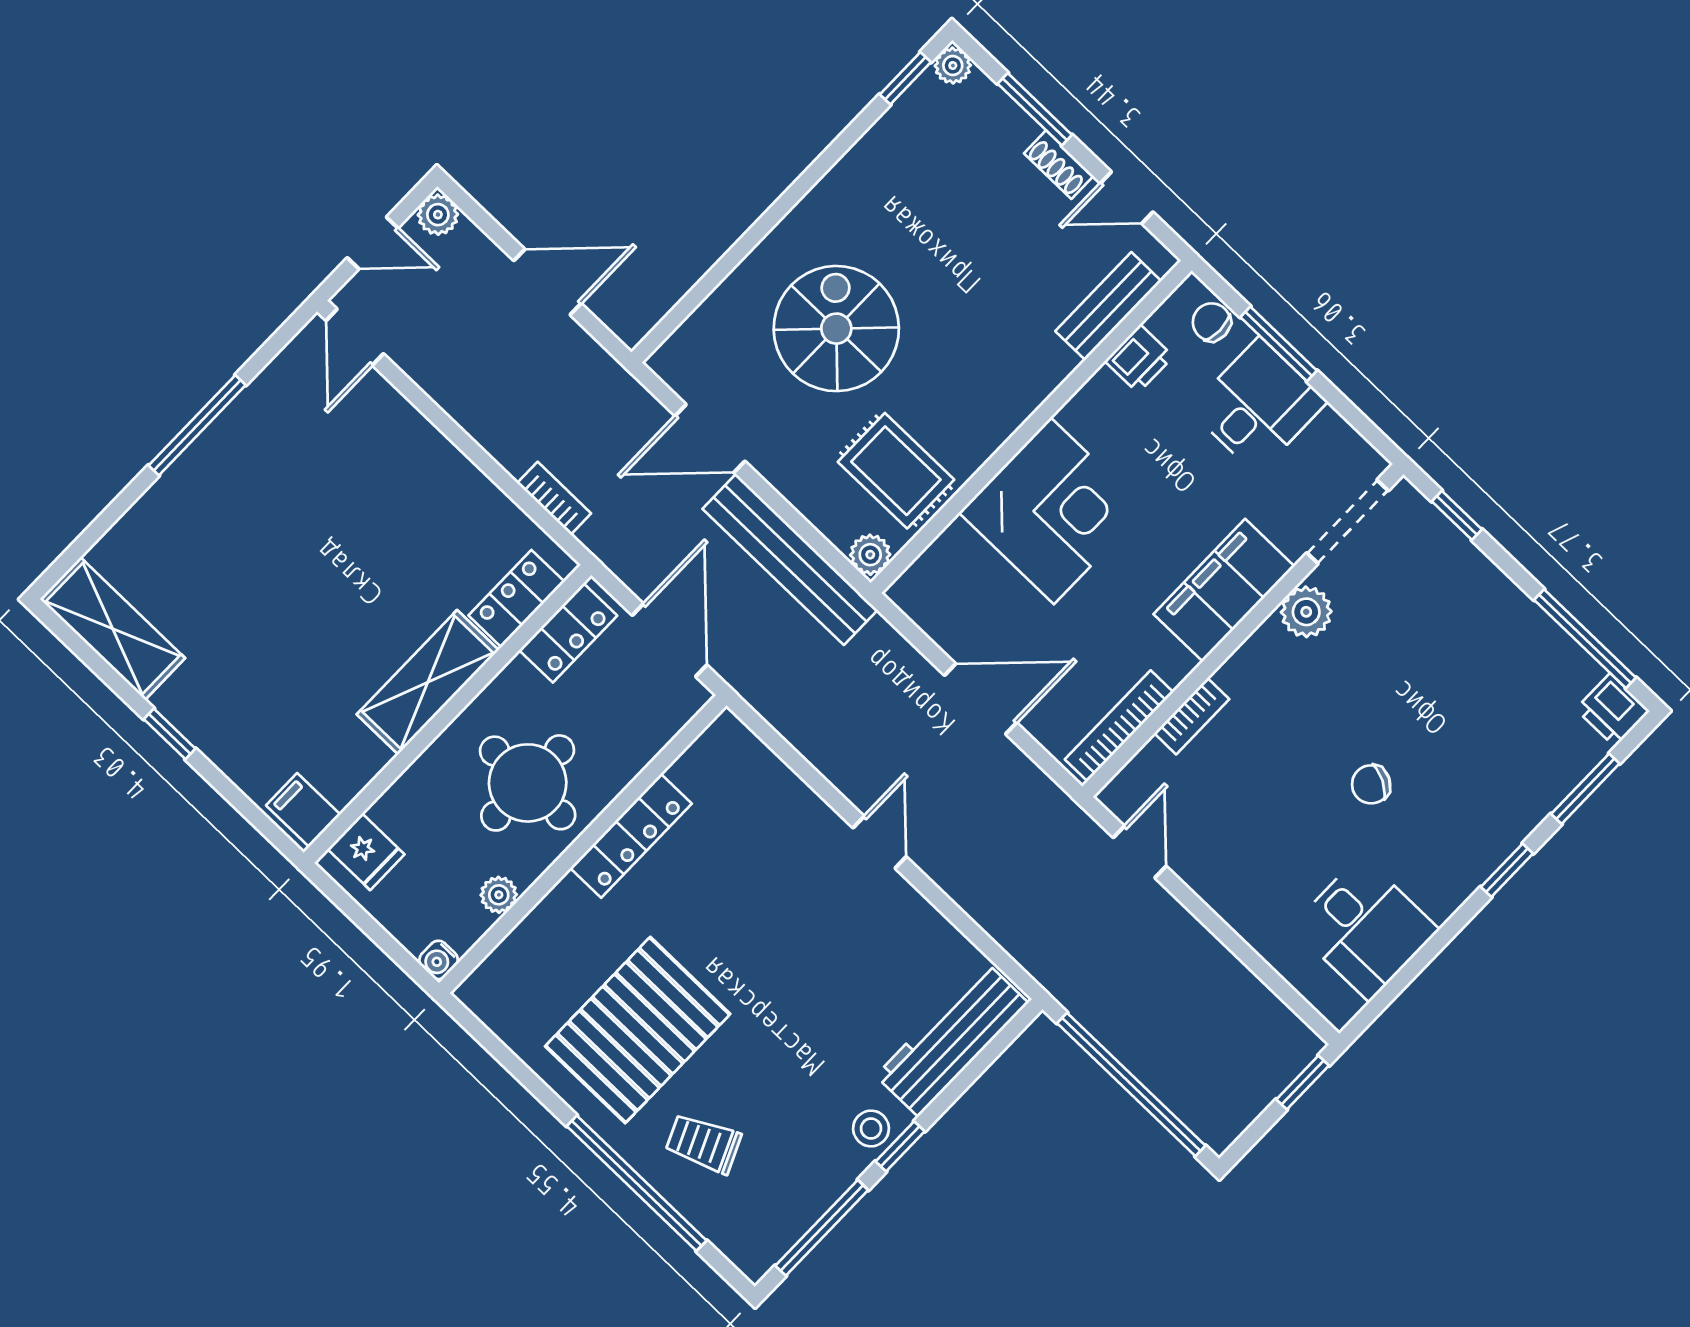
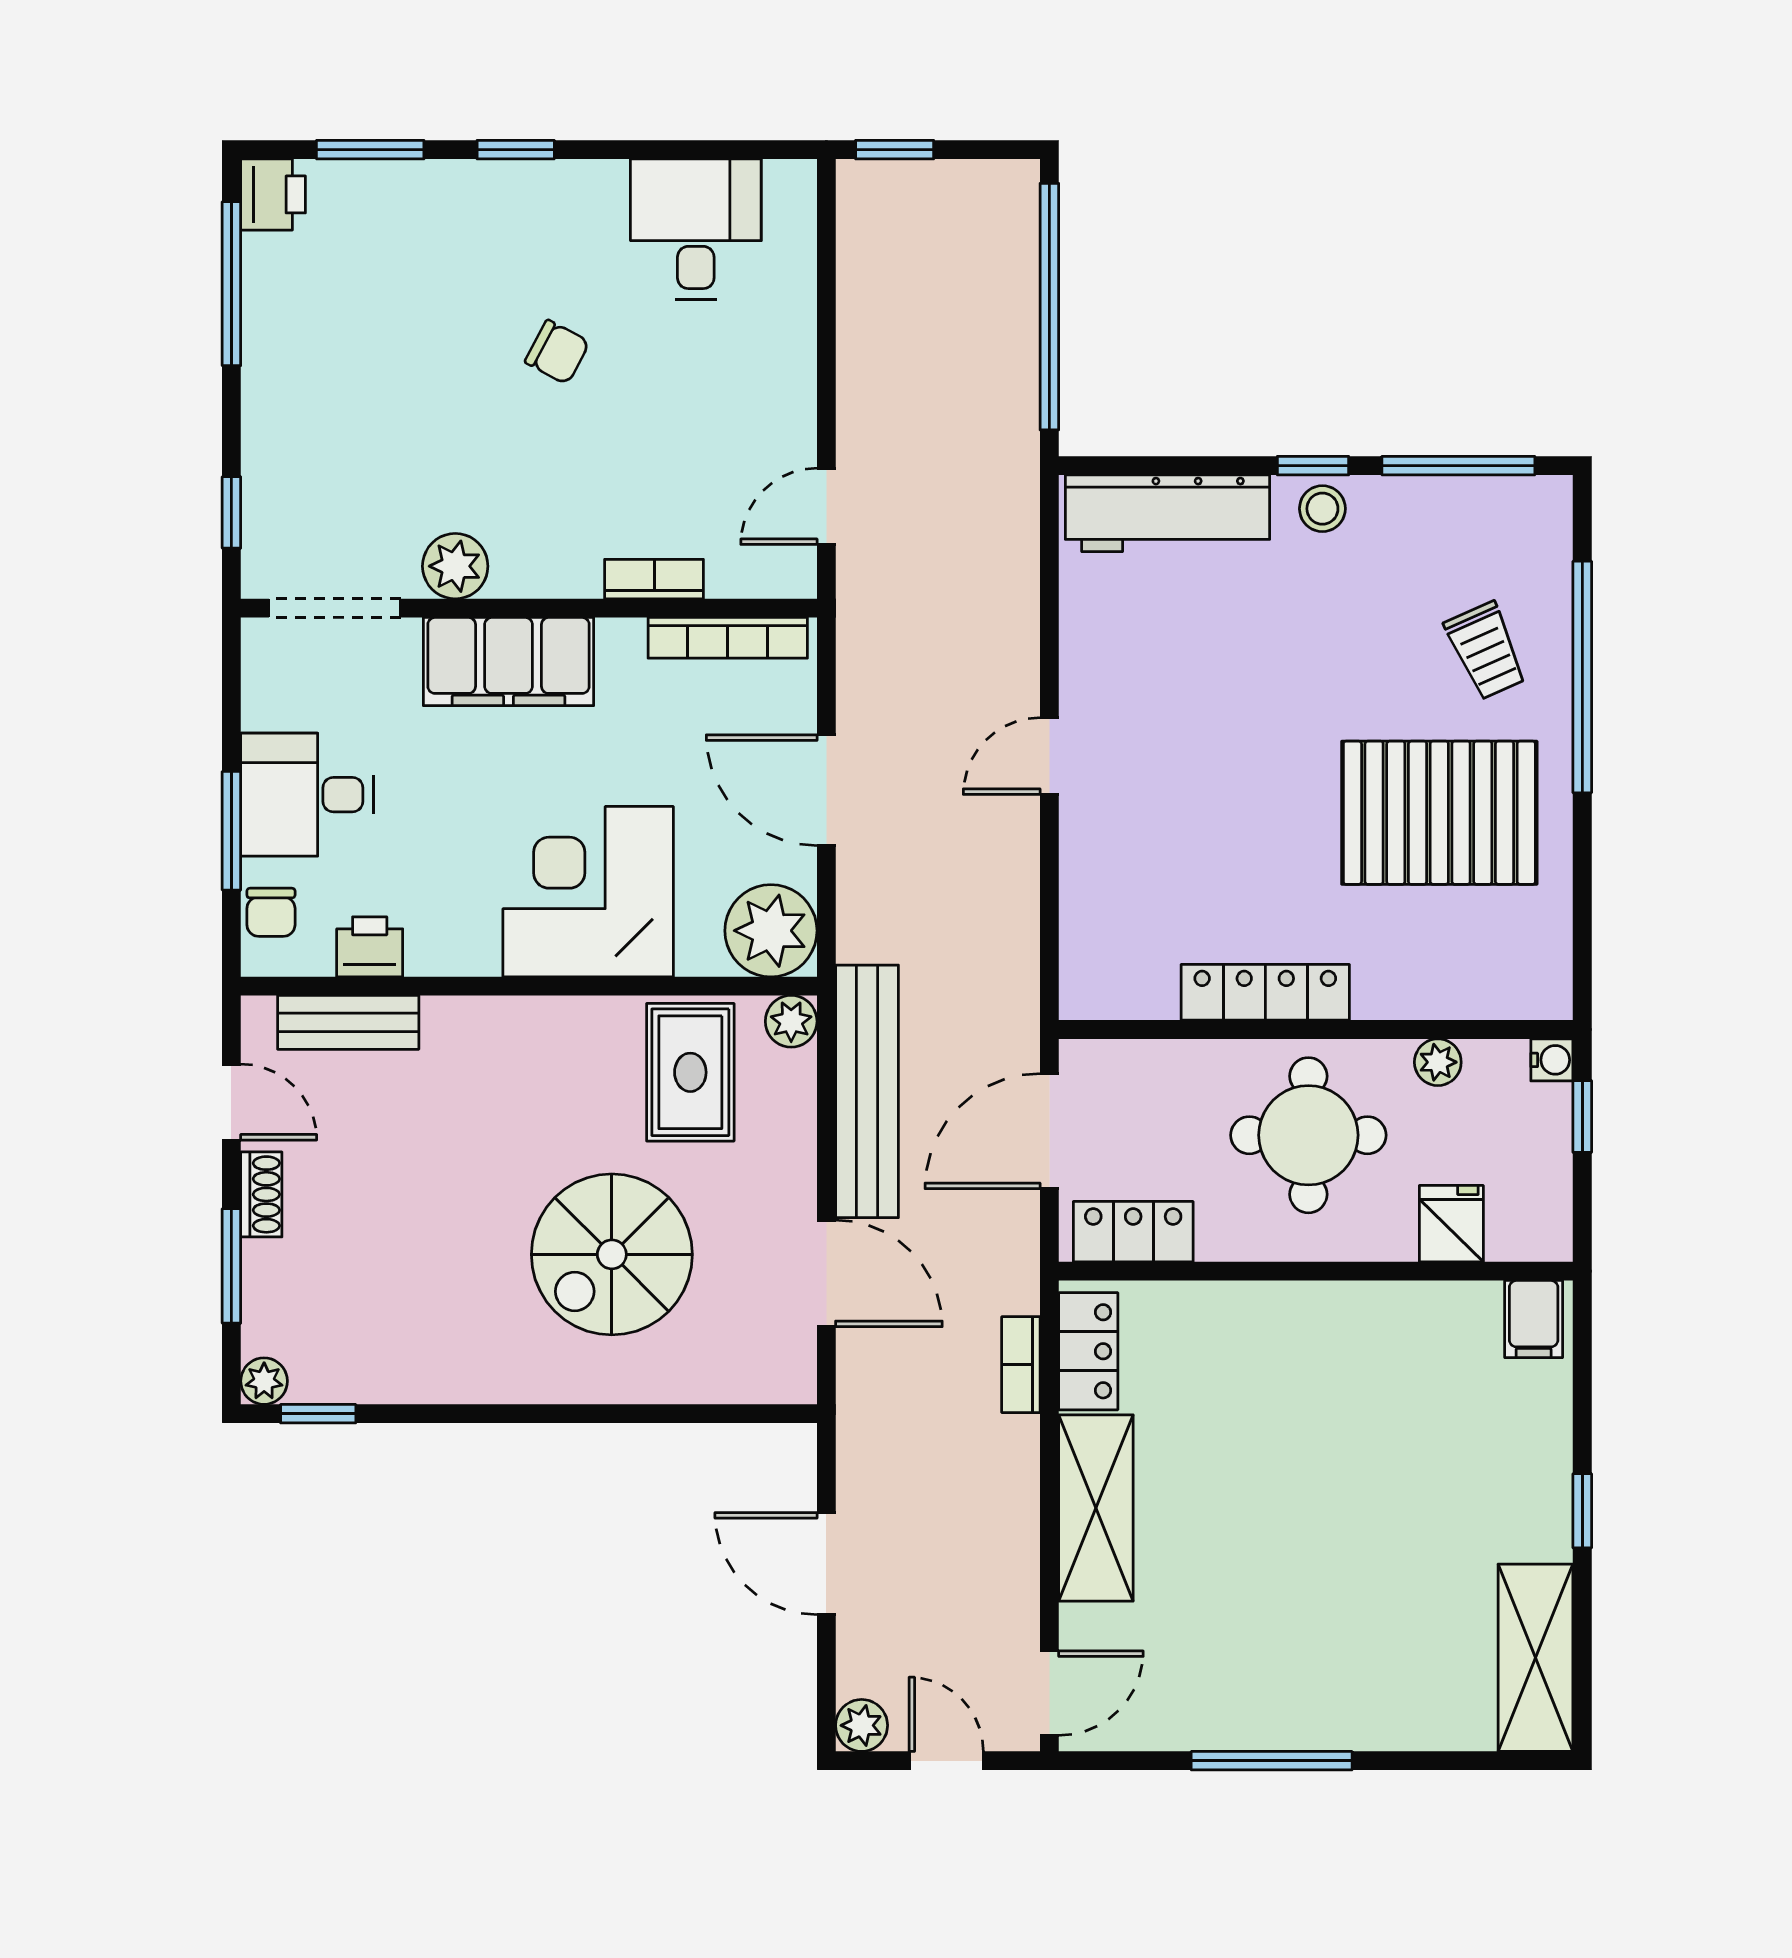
plant: (932, 592) -> (771, 931), added
locker: (516, 599) -> (1088, 1351), moved, turned -90
shelving: (428, 682) -> (1096, 1508), moved, turned 90
fridge: (366, 852) -> (1451, 1224), moved
window: (391, 946) -> (1582, 1116), added

